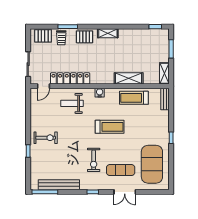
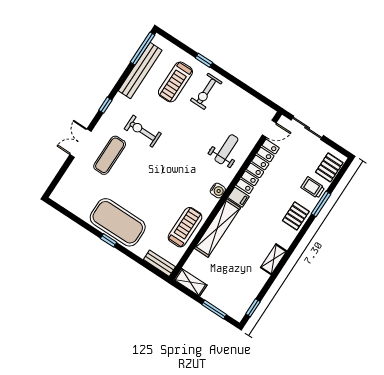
shelving: (108, 33) -> (274, 259), moved
filing cabinet: (96, 78) -> (238, 197), added
shelving: (129, 78) -> (217, 228), width x1.47
door: (43, 86) -> (269, 129), swing flipped
treadmill: (110, 127) -> (175, 82), moved
exercise mat: (152, 164) -> (118, 222), moved

